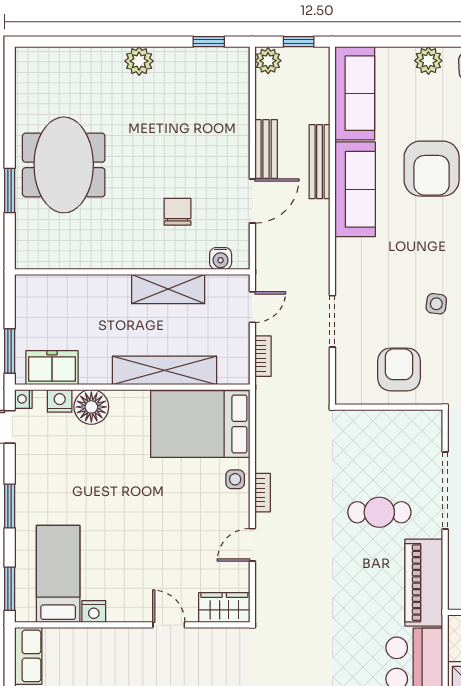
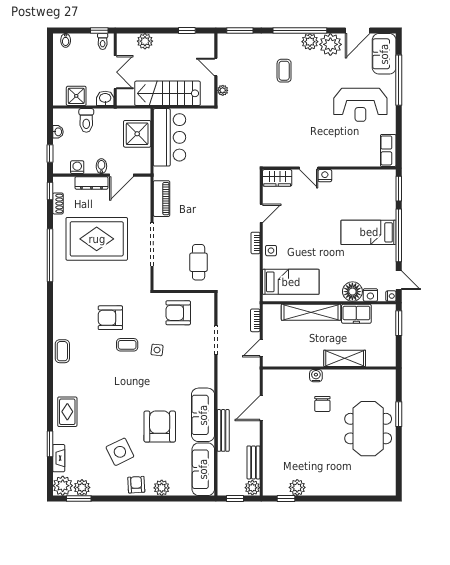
plant: (139, 61) -> (297, 487), moved
bench: (266, 149) -> (253, 462), moved
chair: (177, 212) -> (322, 404), moved
water cooler: (221, 258) -> (316, 376), moved
shelving: (168, 289) -> (345, 358), moved
freezer: (52, 368) -> (356, 314), moved
armchair: (399, 369) -> (178, 313), turned 90
bed: (200, 424) -> (291, 282), width x0.67
window: (10, 506) -> (399, 235), width x2.11
cafe table: (379, 512) -> (199, 262), moved, turned 90
bed: (58, 574) -> (369, 232), moved, turned 90
piano: (424, 583) -> (162, 199), width x0.73, depth x0.75
nightstand: (94, 611) -> (325, 176), moved

